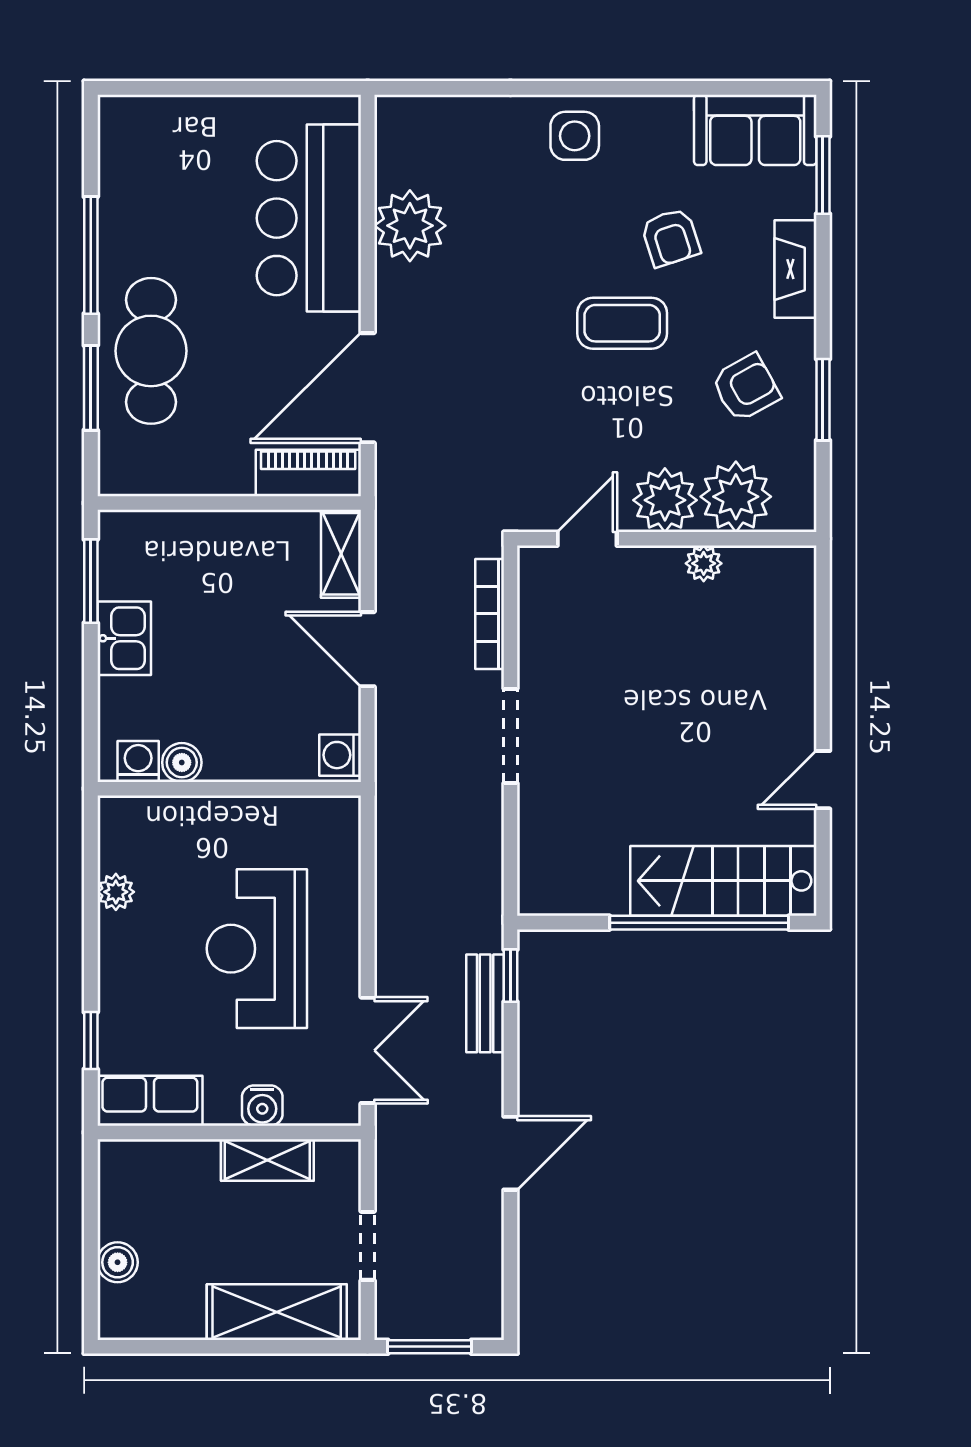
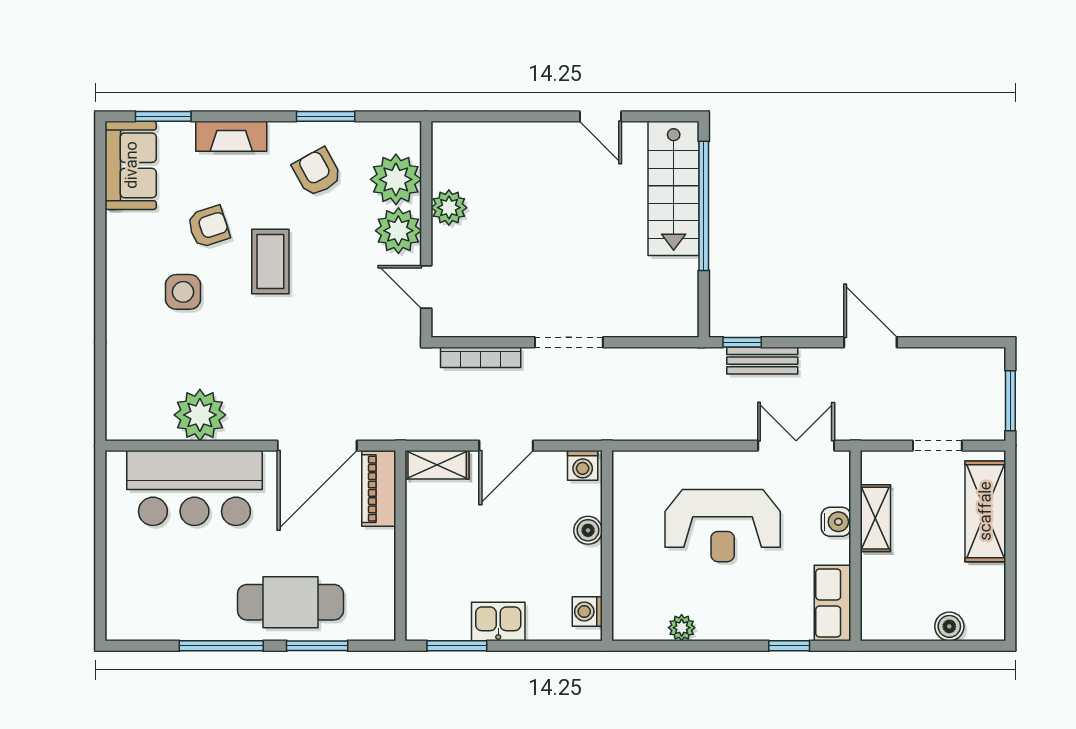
side table: (575, 136) -> (183, 292), moved
door: (368, 388) -> (317, 446), hinge flipped
plant: (704, 563) -> (449, 208), width x1.38, depth x1.38
boiler: (182, 762) -> (588, 530), moved

